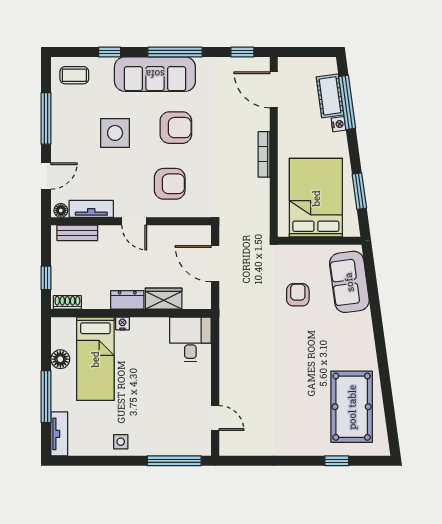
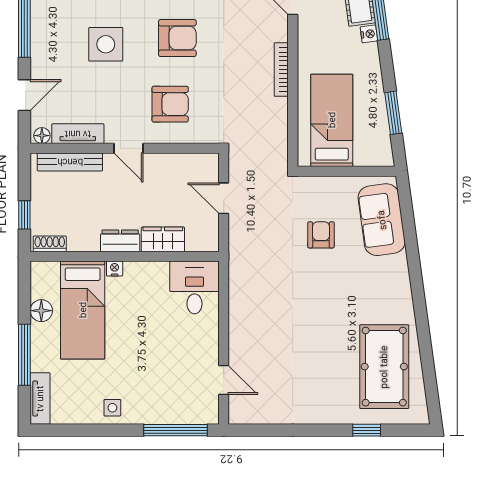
bed: (316, 198) -> (332, 120), width x0.67
bench: (77, 233) -> (70, 162), width x1.36
door: (215, 264) -> (224, 198), width x0.73

